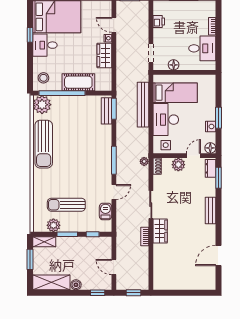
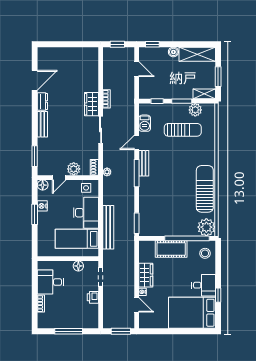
printer: (159, 22) -> (93, 297), moved
bench: (106, 111) -> (144, 163), moved
dresser: (211, 168) -> (42, 102), moved

